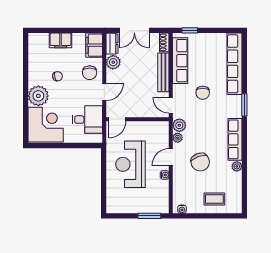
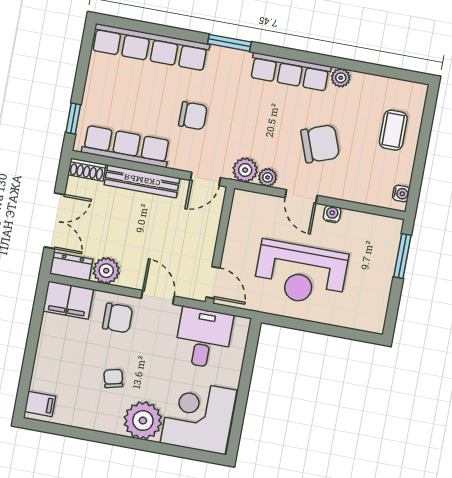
filing cabinet: (61, 40) -> (40, 404), moved, width x0.50

